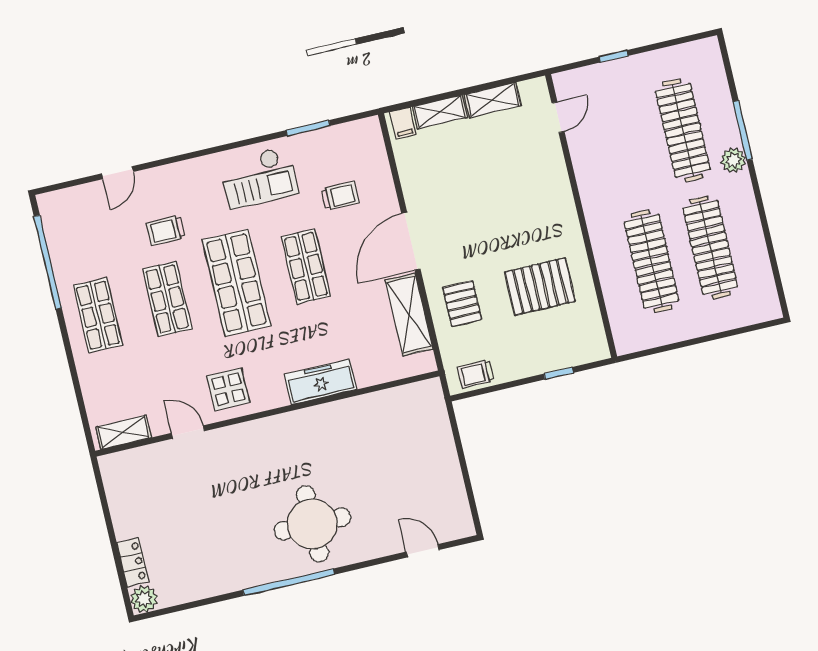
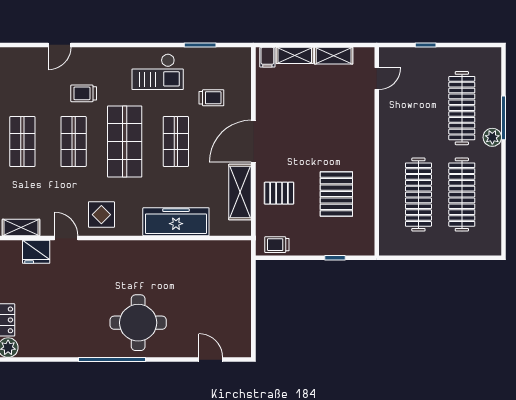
pallet: (540, 287) -> (336, 194), turned 90
pallet: (462, 304) -> (279, 193), turned 90
freezer: (321, 382) -> (176, 222), width x1.36, depth x1.26
fridge: (152, 460) -> (36, 252), added

